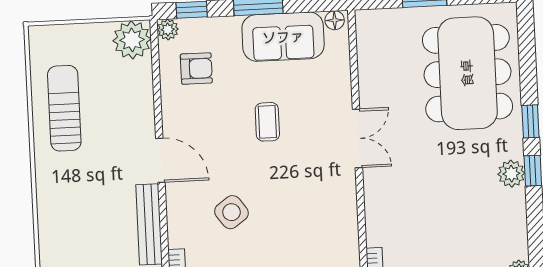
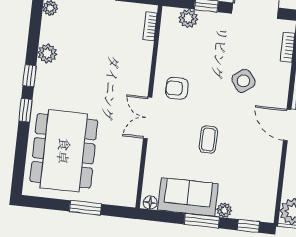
plant: (168, 29) -> (224, 210), moved
armchair: (196, 69) -> (177, 88), moved
plant: (511, 174) -> (47, 53), moved

